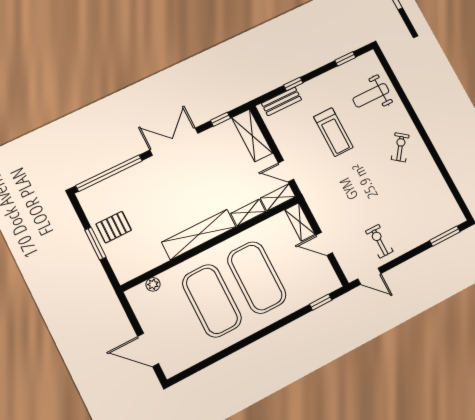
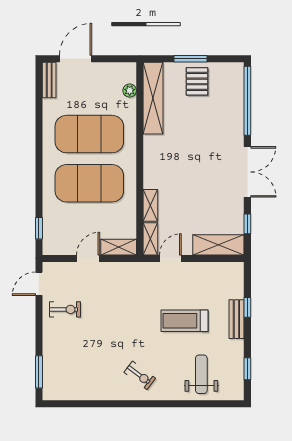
bench: (281, 101) -> (236, 319), moved
shelving: (199, 234) -> (153, 98), moved
bench: (181, 364) -> (49, 80), added

